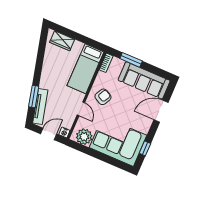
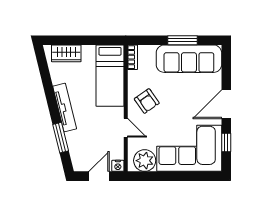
window: (131, 60) -> (183, 40), moved
armchair: (103, 97) -> (147, 101), turned 117
tv unit: (40, 107) -> (65, 107), moved
door: (161, 111) -> (226, 104), moved

